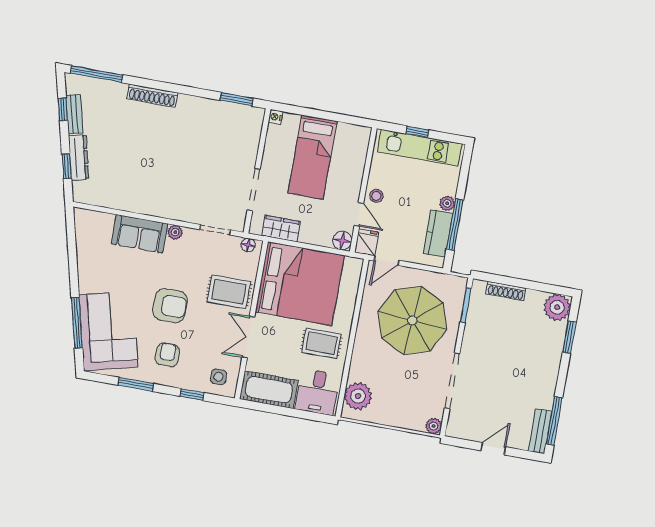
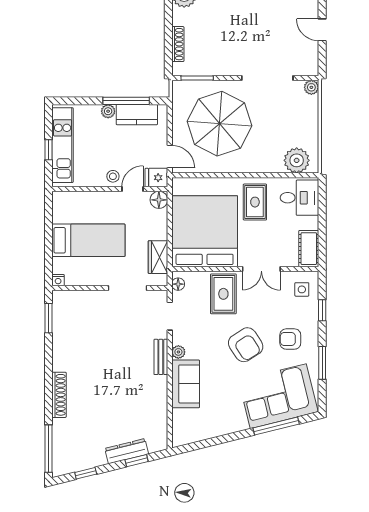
bench: (74, 114) -> (161, 357), moved, turned -76
armchair: (170, 306) -> (246, 345), turned 147
cot: (269, 390) -> (309, 249), width x0.73, depth x0.75

